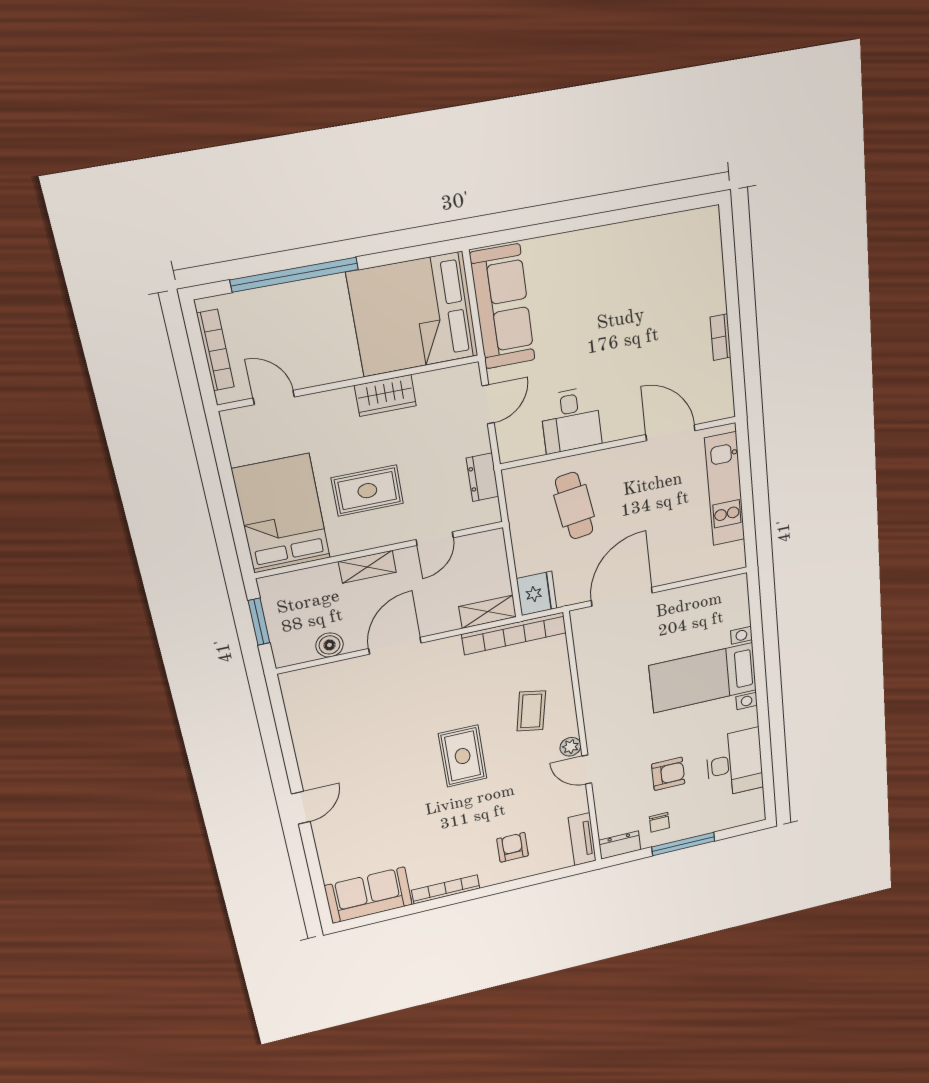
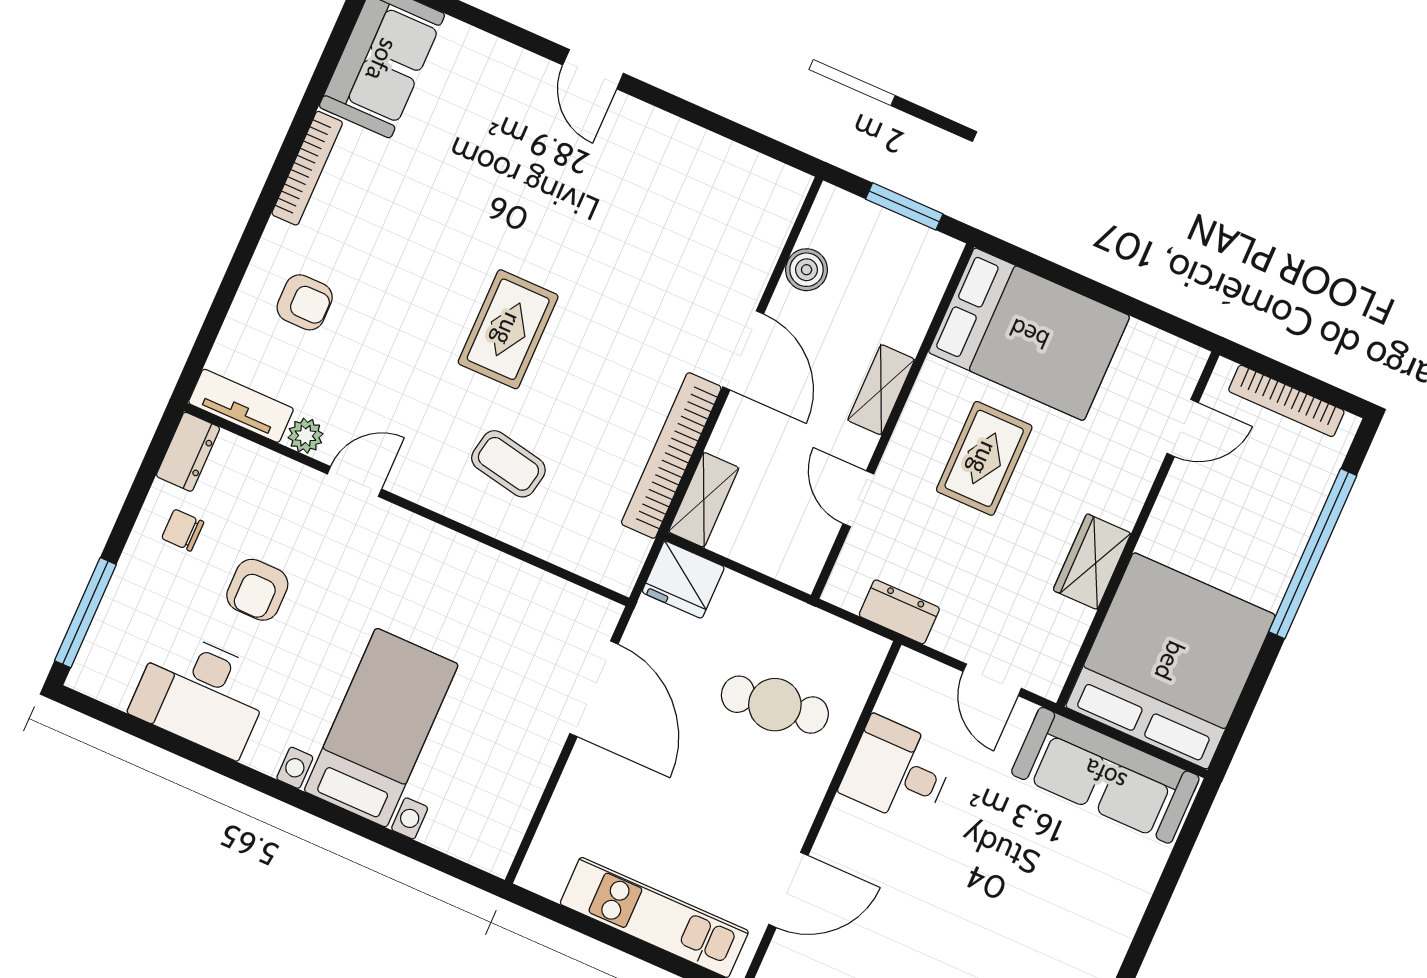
bookcase: (514, 633) -> (671, 455), moved
plant: (570, 747) -> (305, 436), moved
rug: (463, 756) -> (508, 329), turned 90
window: (683, 844) -> (85, 613), moved

